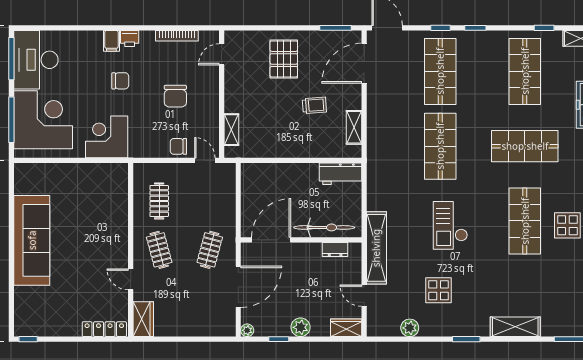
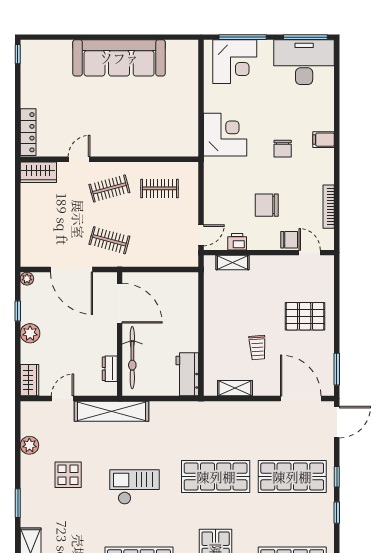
printer: (130, 39) -> (237, 242), moved, turned 90
corner desk: (43, 120) -> (235, 62), width x0.74, depth x0.74
chair: (178, 146) -> (289, 240), moved, turned 90

